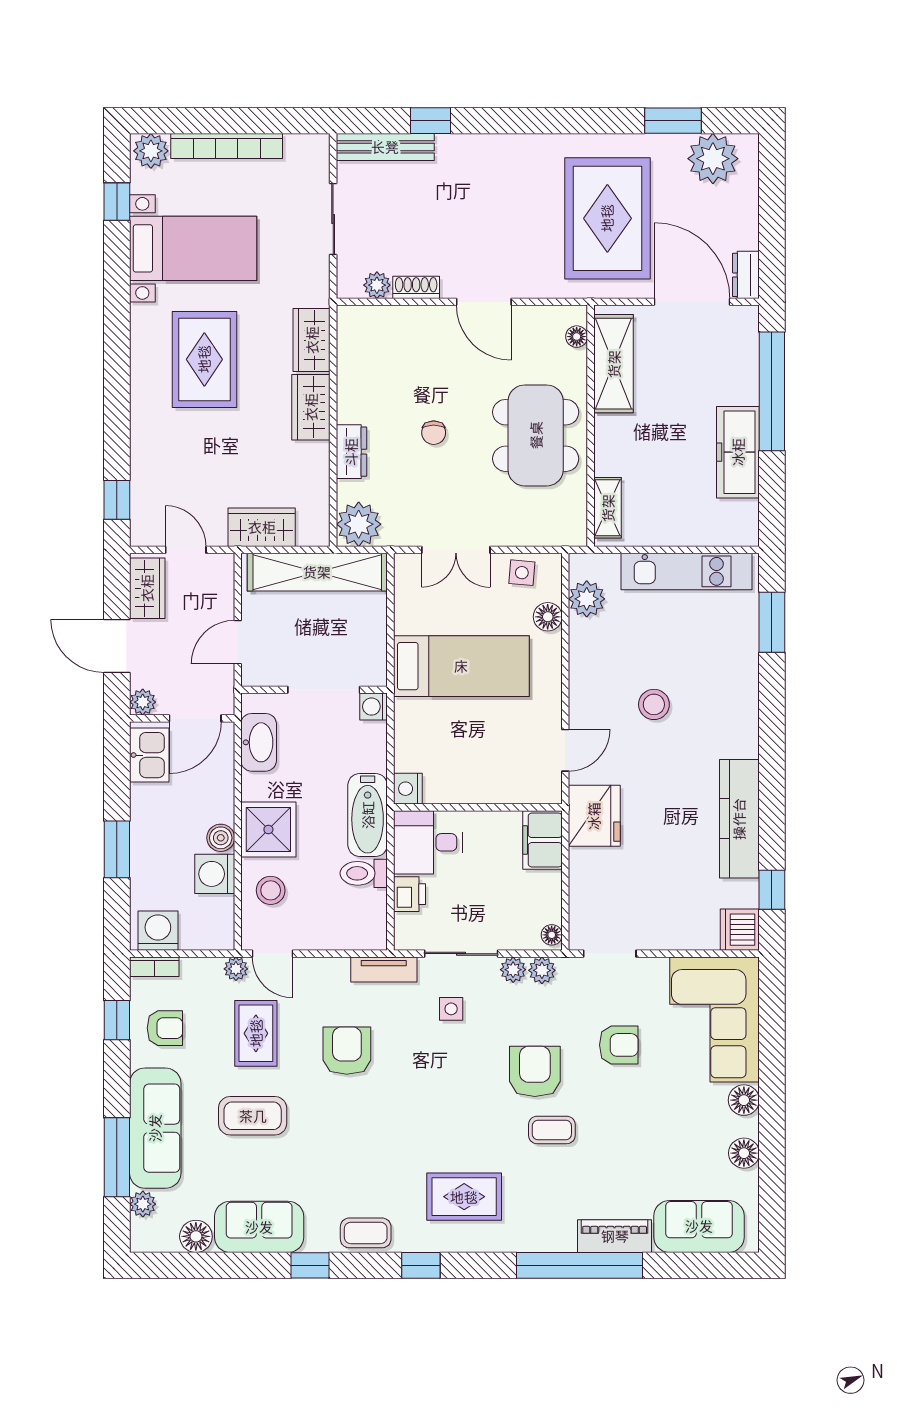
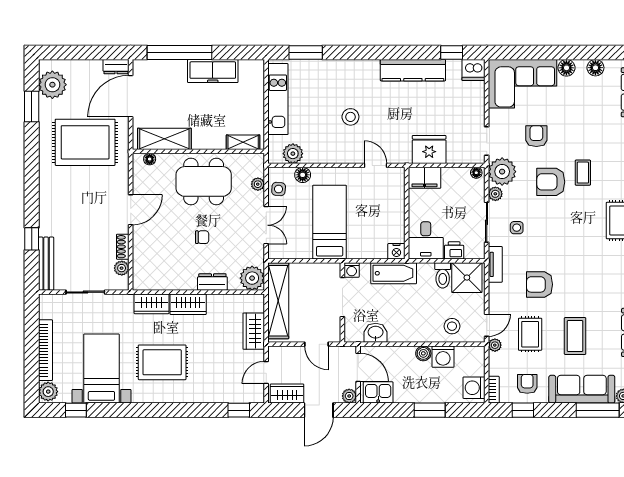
plant: (531, 535) -> (258, 184), added
washbasin: (259, 742) -> (376, 333), width x0.72
bathtub: (368, 815) -> (394, 273), moved
fridge: (594, 816) -> (429, 149), moved
shower: (268, 829) -> (467, 278), moved
plant: (542, 970) -> (502, 172), width x1.88, depth x1.88
rug: (256, 1033) -> (530, 334), turned 90

